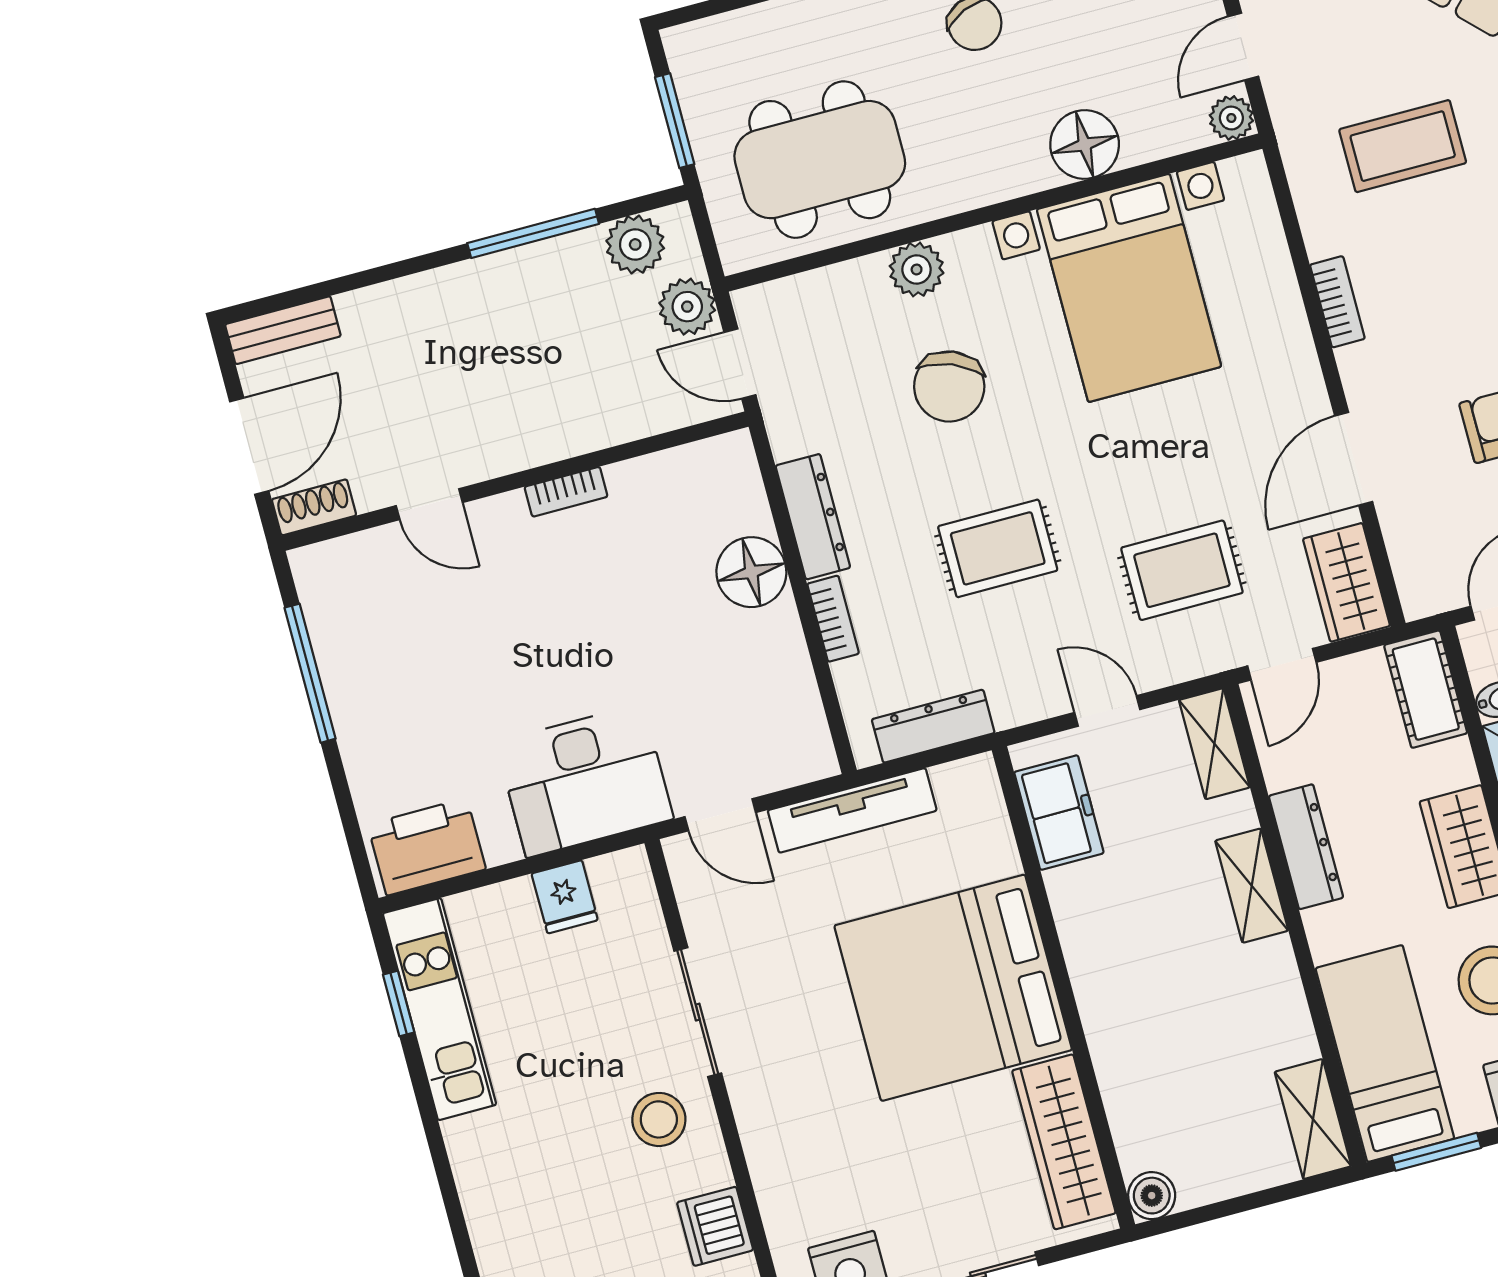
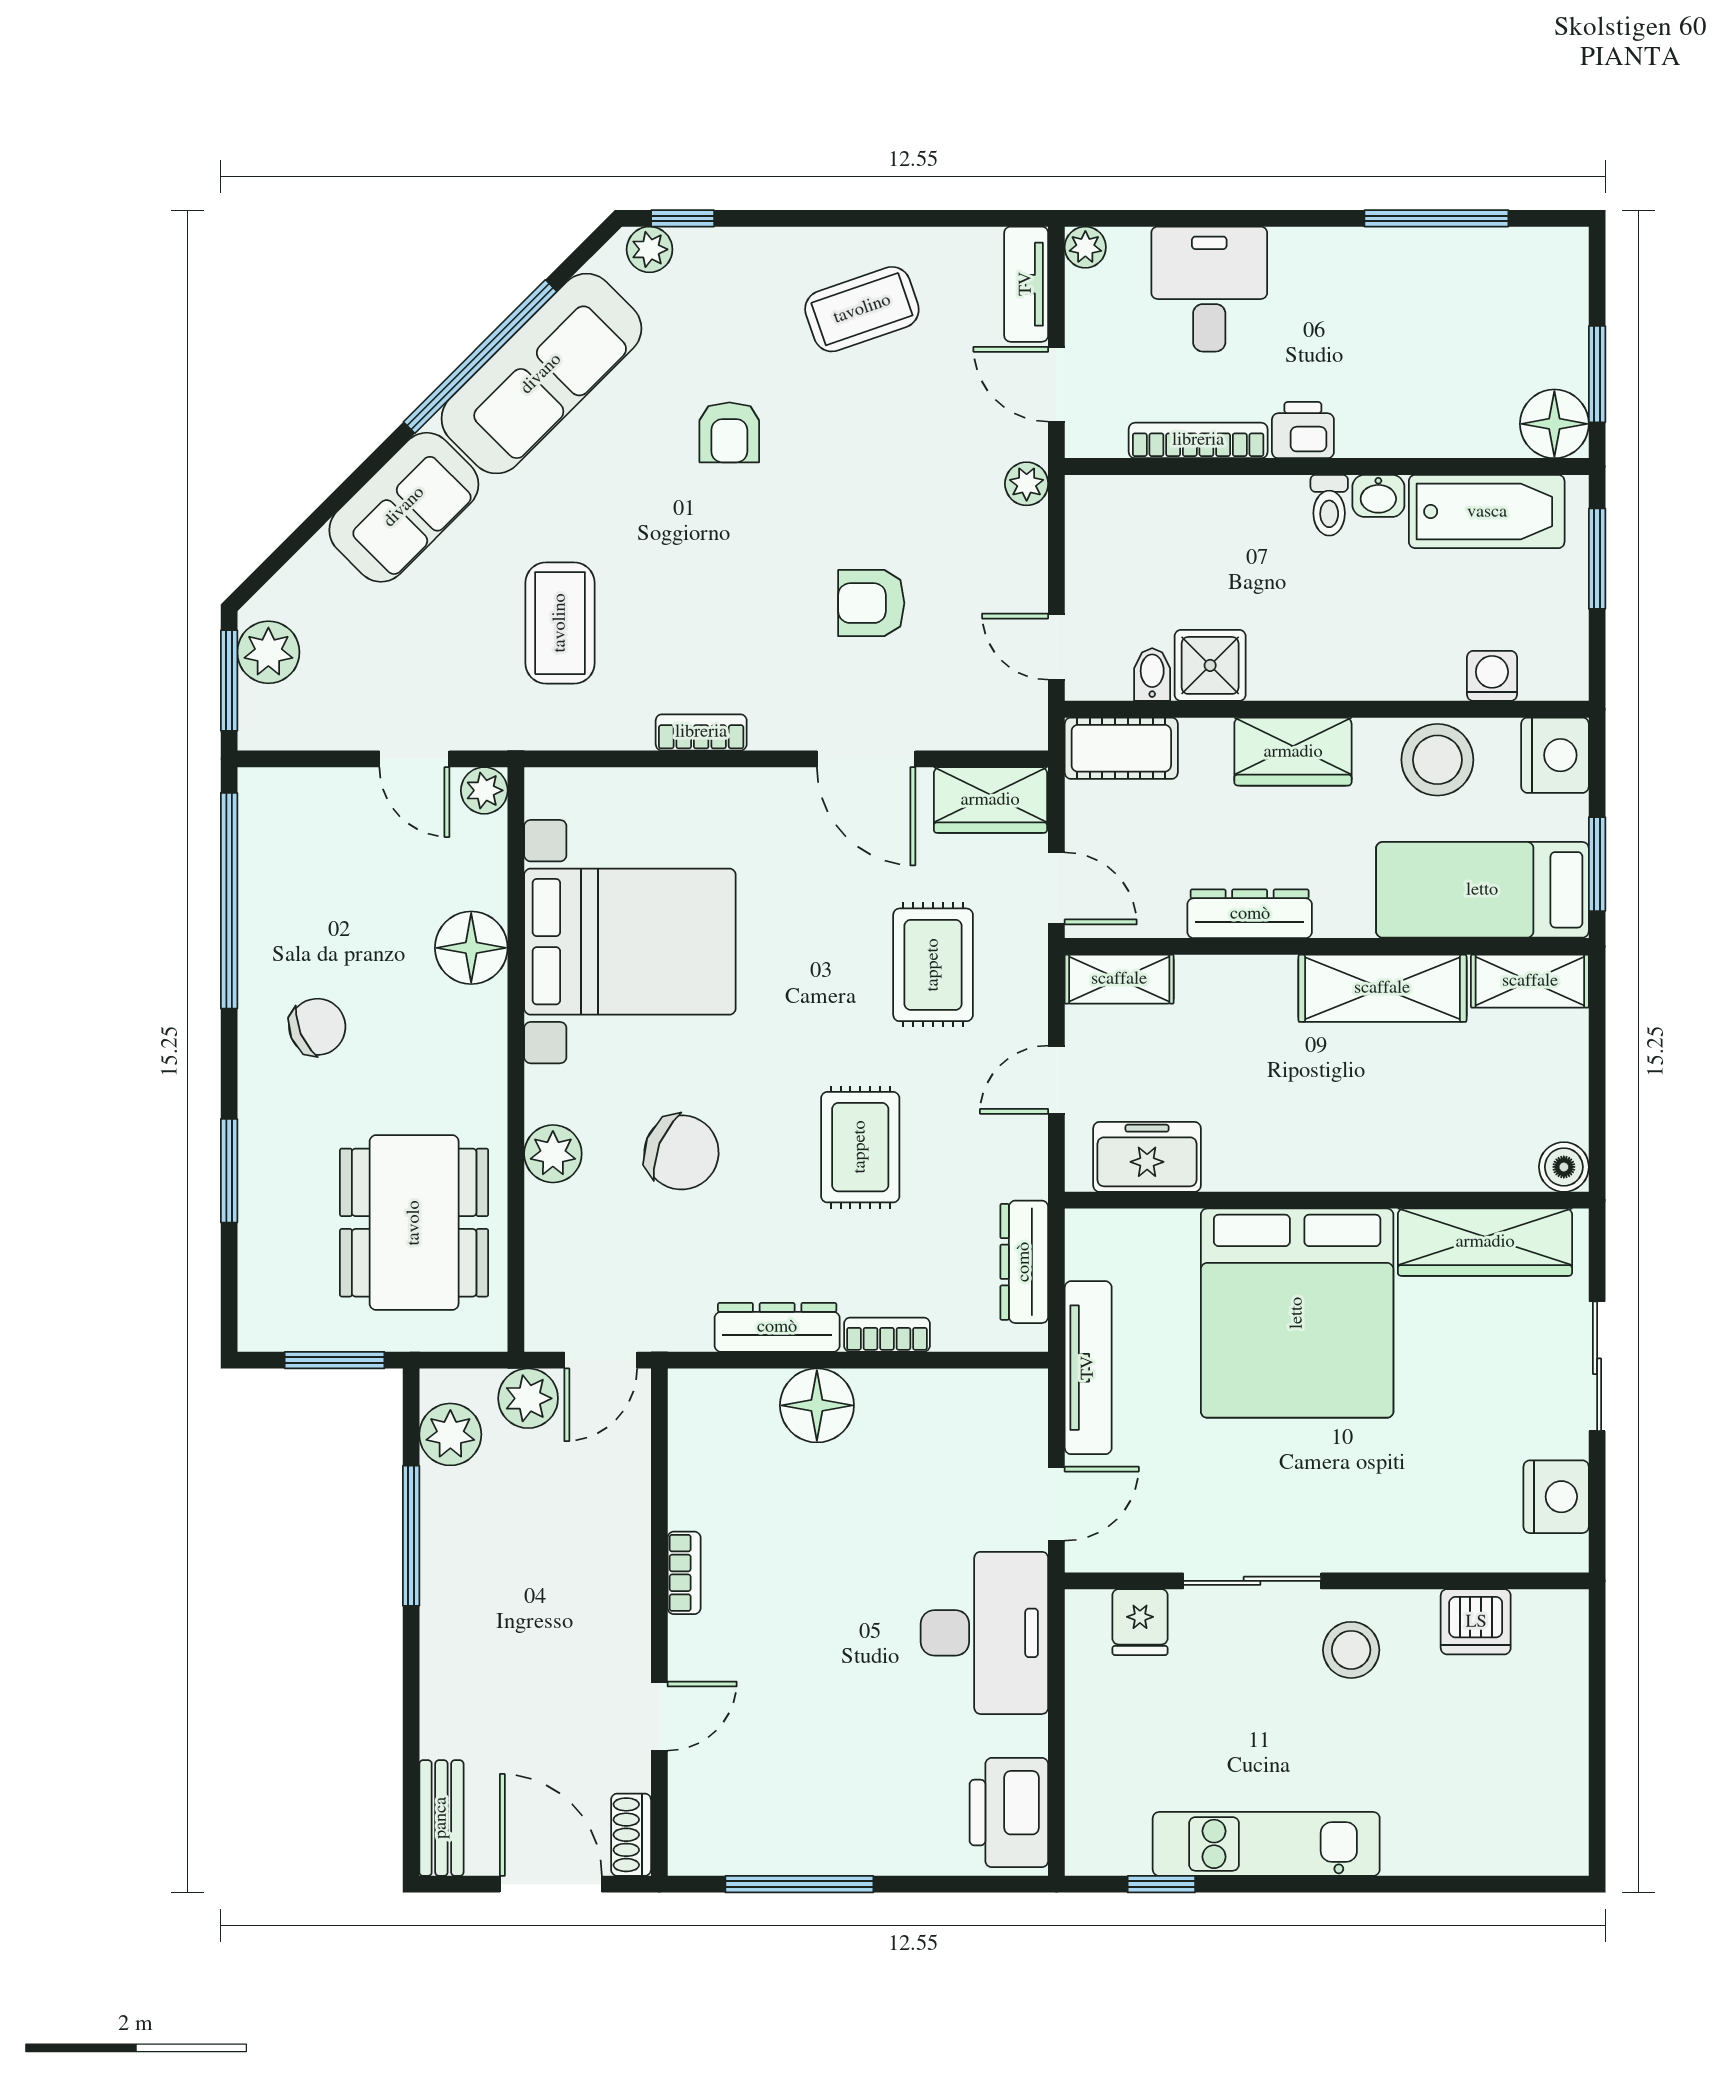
shelving: (1252, 886) -> (1382, 988), moved, width x1.50, depth x1.33
fridge: (565, 897) -> (1140, 1622), moved, turned 90
kitchen unit: (439, 1009) -> (1266, 1844), moved

